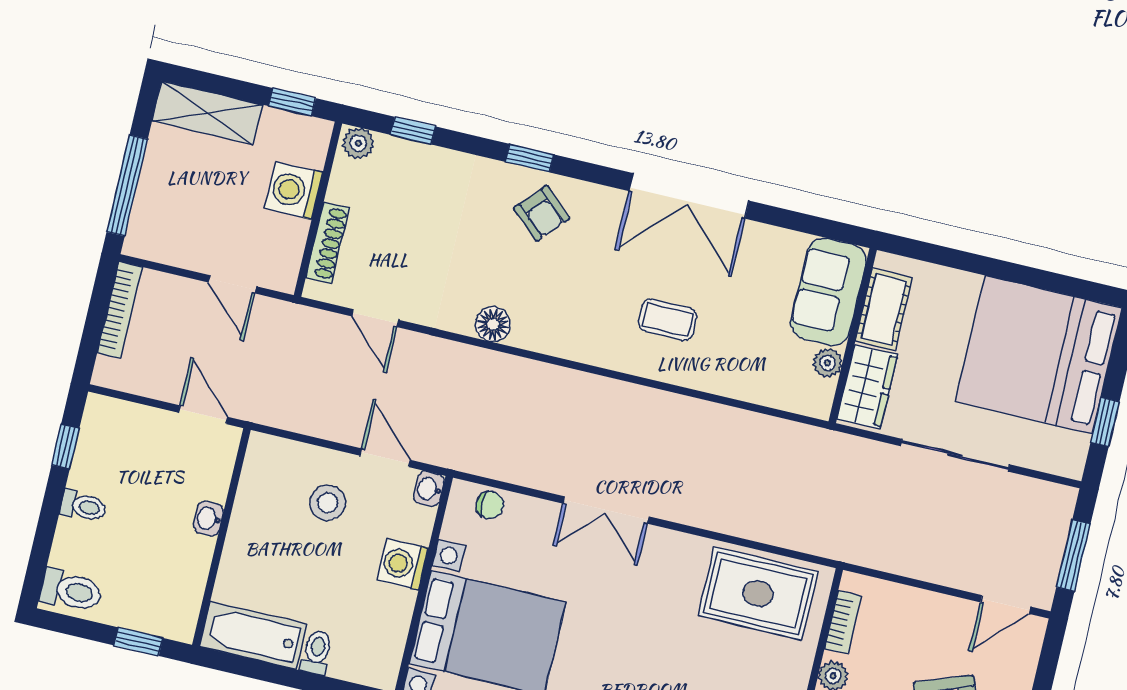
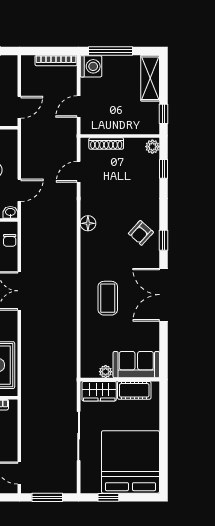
window: (530, 158) -> (163, 240), moved
washing machine: (294, 190) -> (91, 66), moved, turned 90
coffee table: (668, 320) -> (108, 298), width x1.36, depth x1.30

